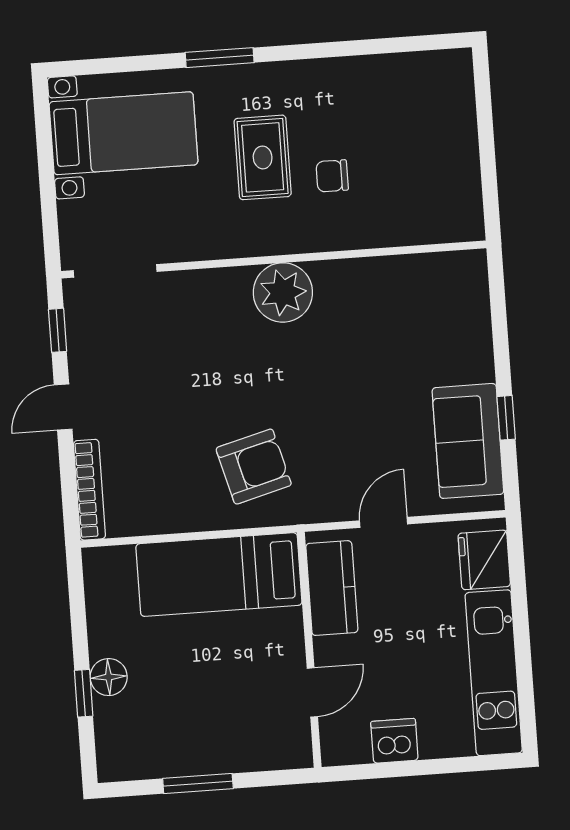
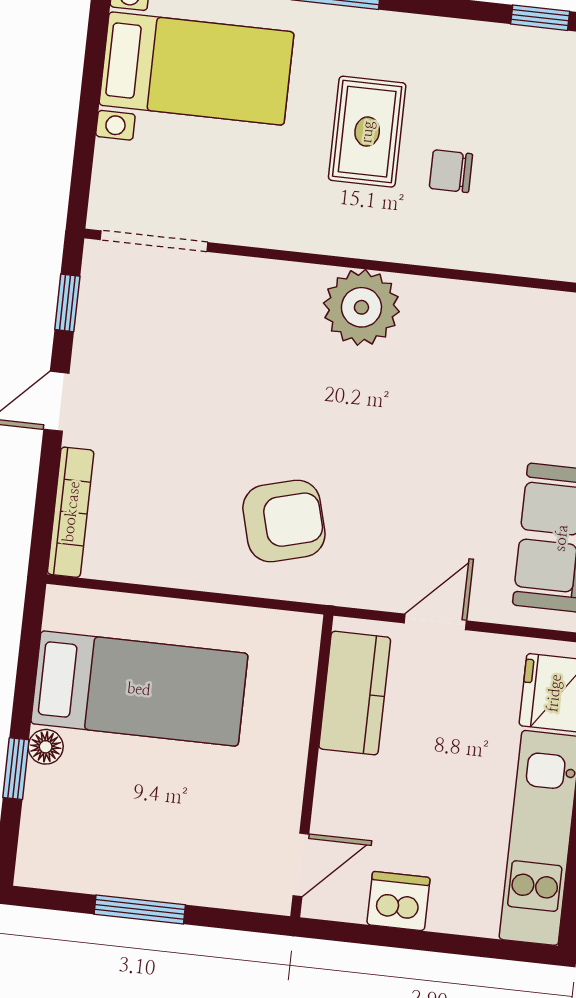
window: (379, 46) -> (540, 18), added
bed: (219, 575) -> (139, 689), moved, turned 180
floor lamp: (109, 677) -> (46, 747), width x0.73, depth x0.73
door: (312, 692) -> (301, 865), moved

